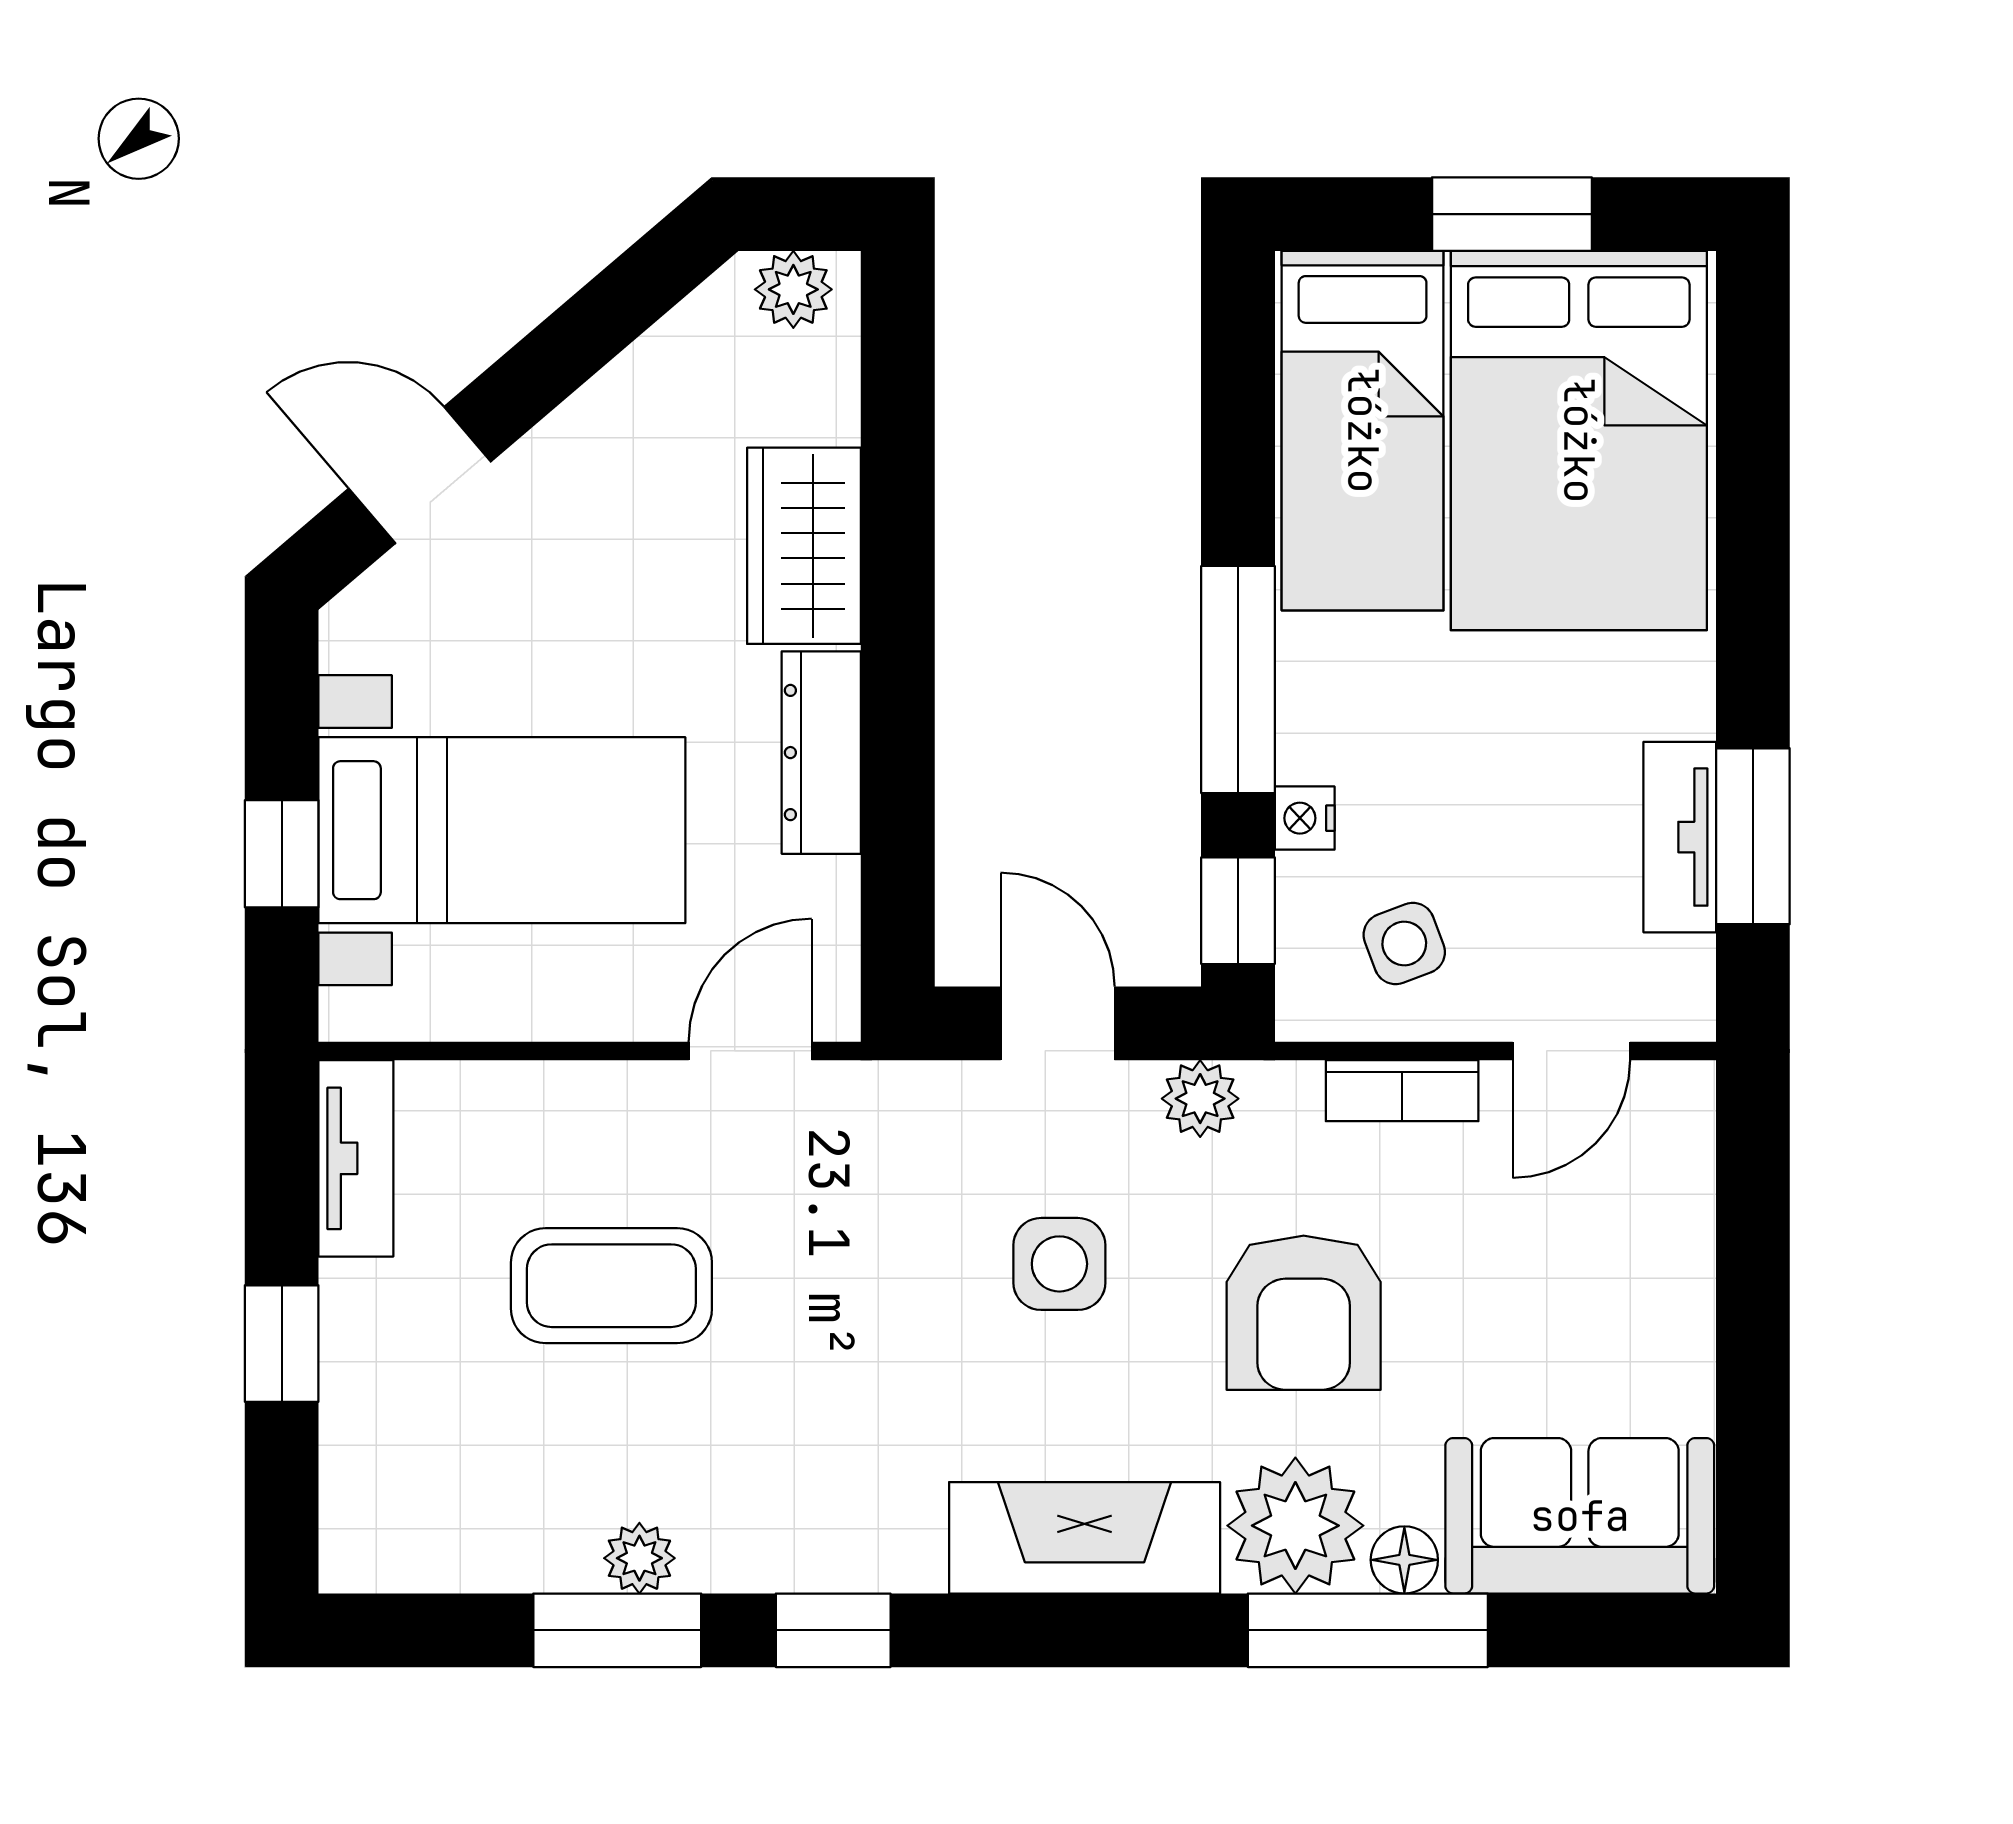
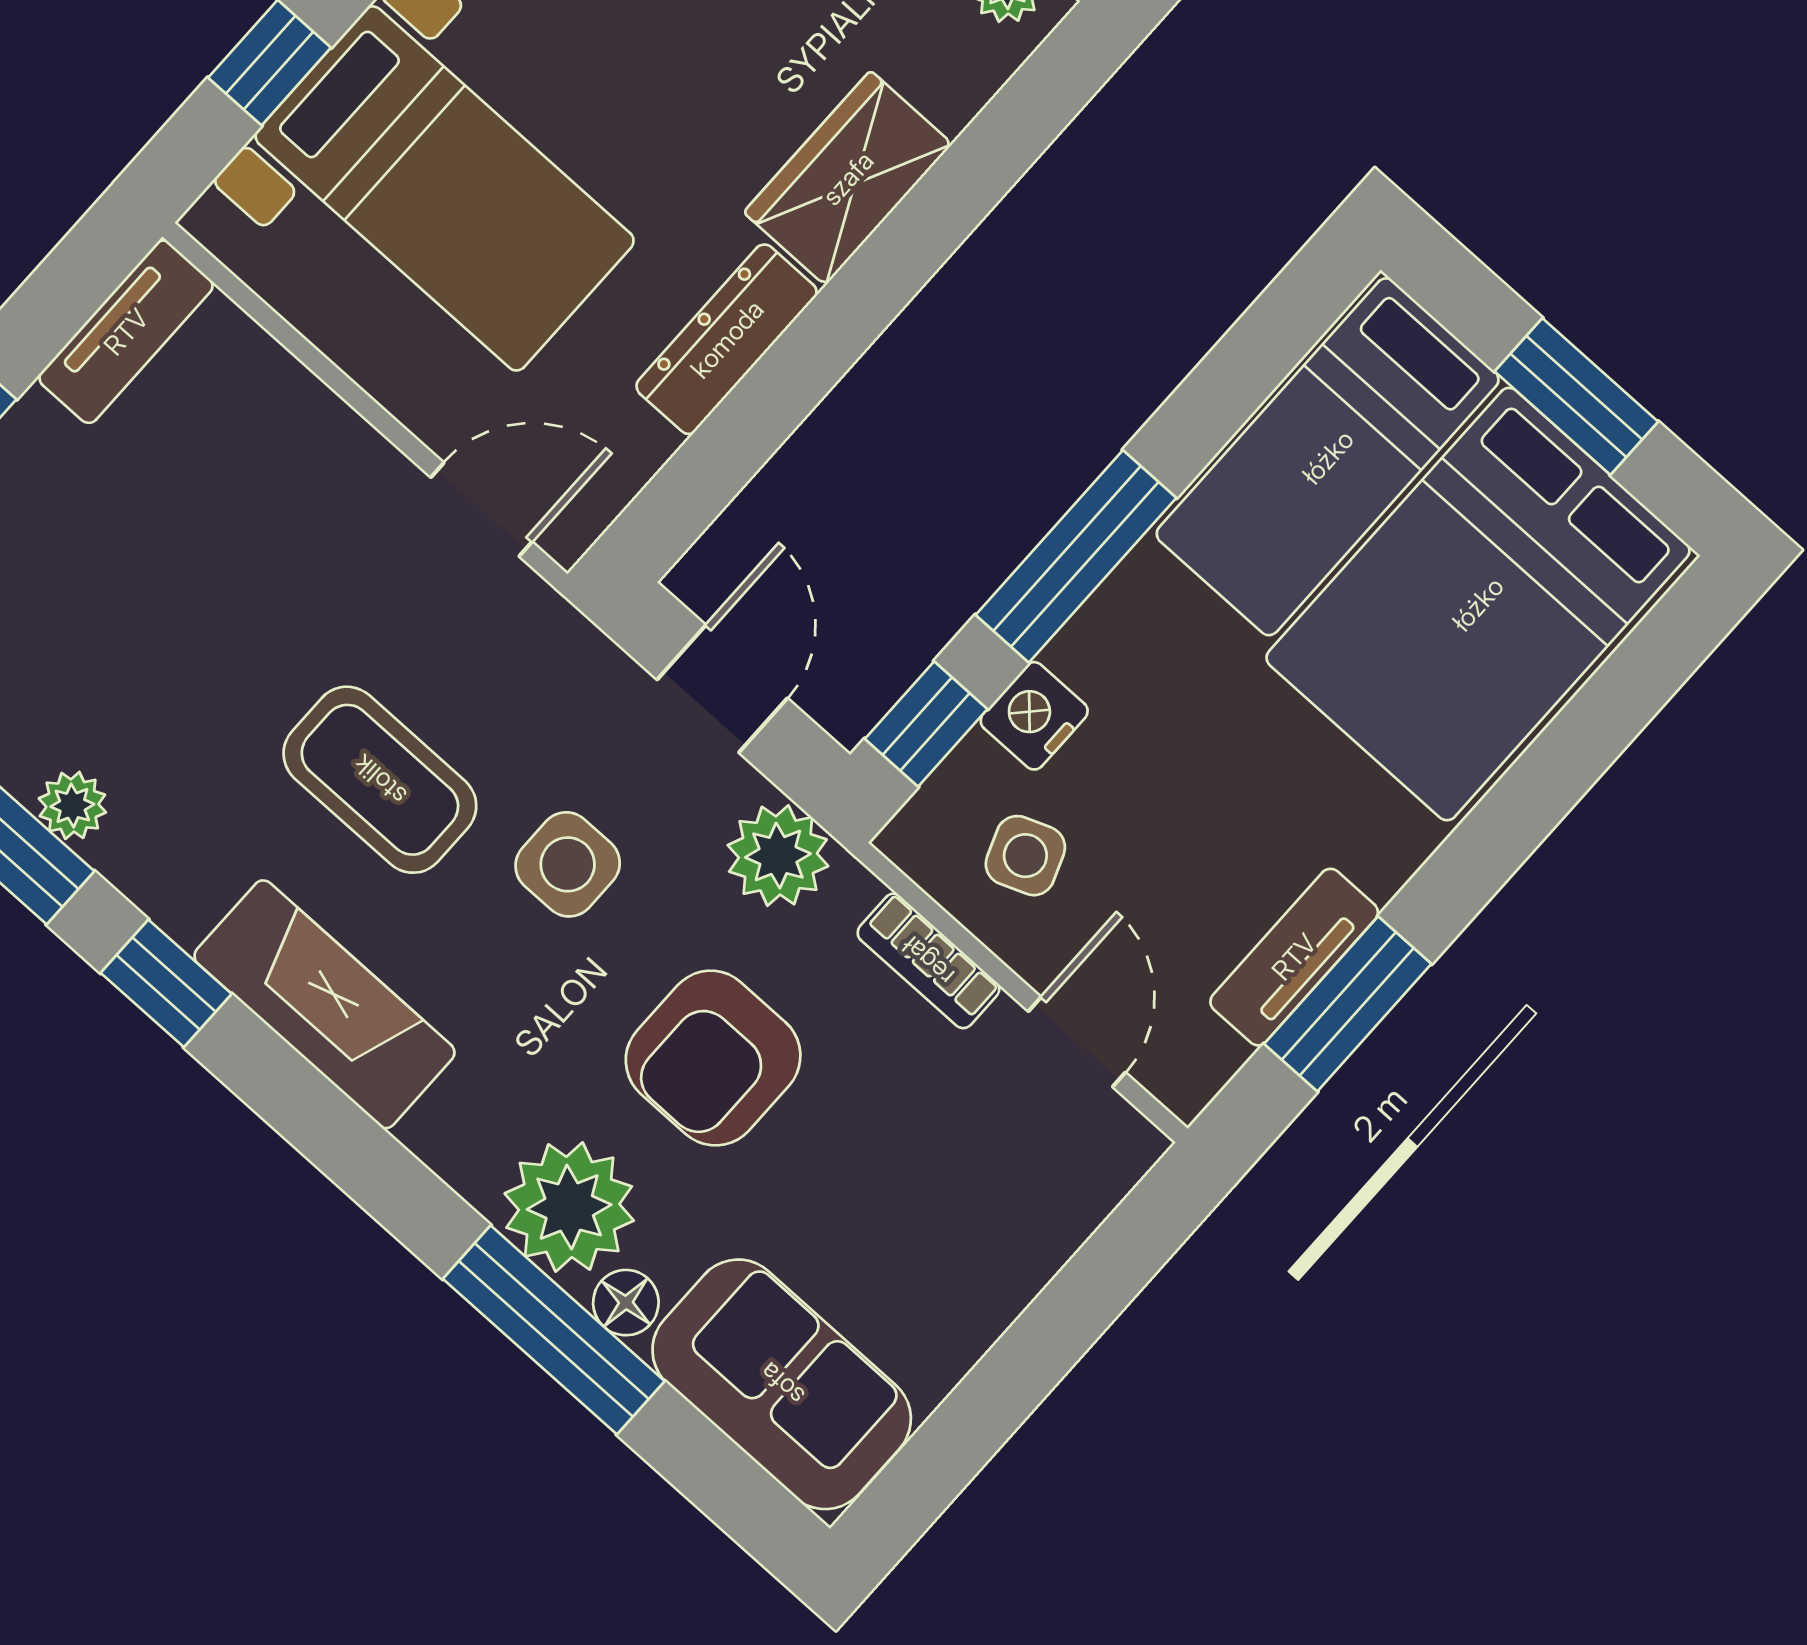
nightstand: (1305, 818) -> (1034, 716), width x1.39, depth x1.35
door: (1571, 1051) -> (1077, 1042), swing flipped
plant: (1200, 1099) -> (778, 856), width x1.38, depth x1.38
coffee table: (611, 1286) -> (380, 780), moved
fireplace: (1085, 1538) -> (324, 1004), moved

